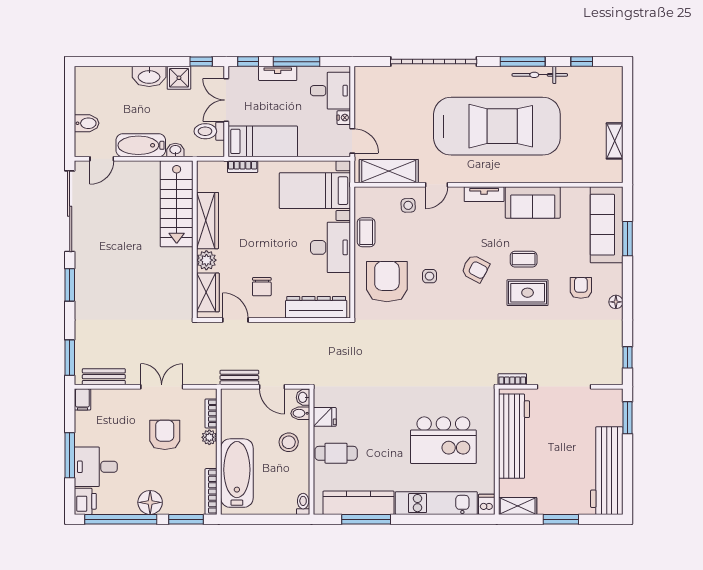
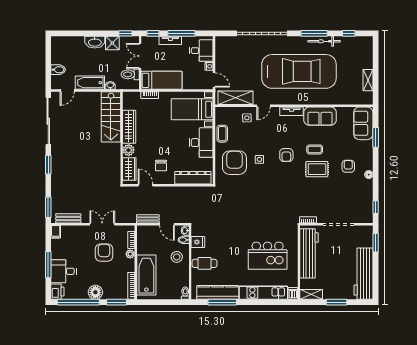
sofa: (607, 225) -> (363, 123), width x0.73
armchair: (475, 269) -> (286, 155), turned 62

